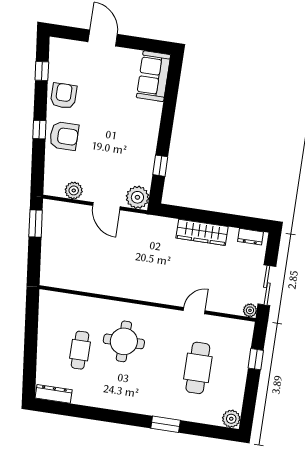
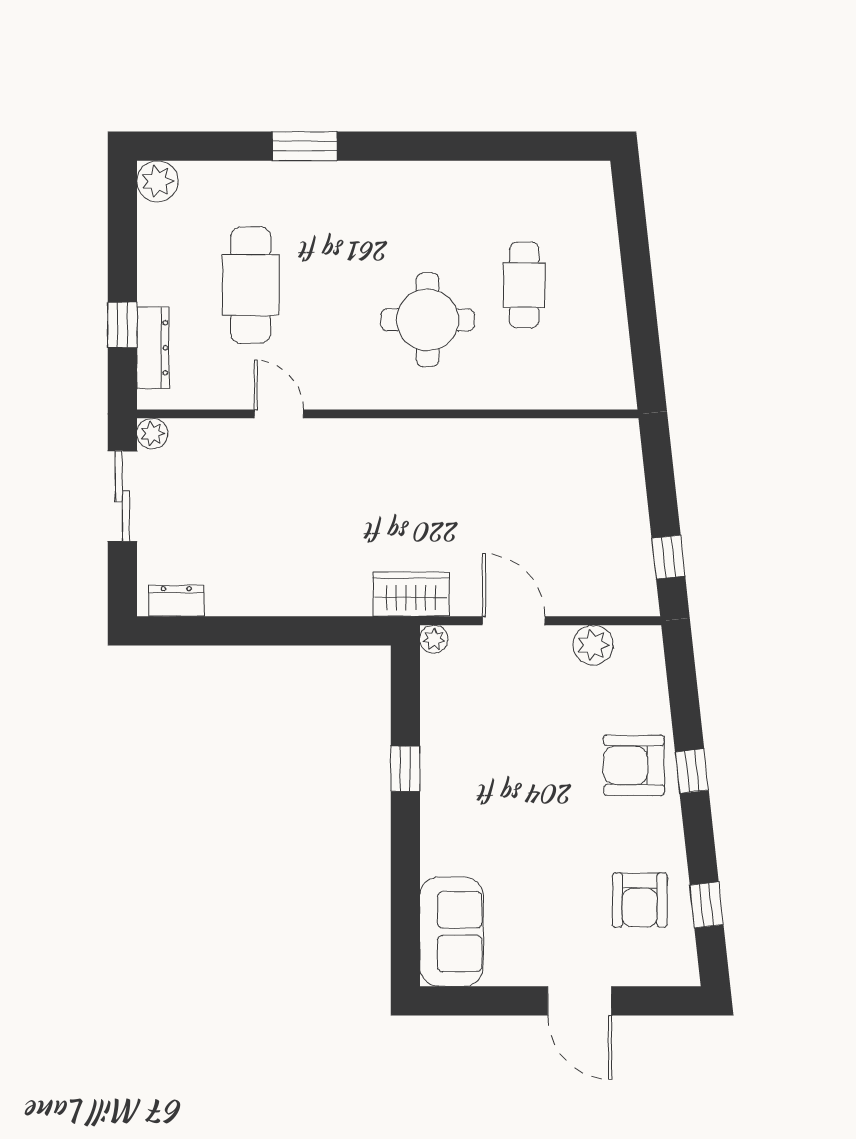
armchair: (64, 96) -> (640, 900), moved
window: (160, 166) -> (405, 769), moved
plant: (137, 197) -> (434, 639), width x0.53, depth x0.53
window: (36, 223) -> (668, 557), width x0.67
wardrobe: (202, 232) -> (411, 594), moved, width x0.67
door: (194, 311) -> (279, 414), swing flipped
dresser: (54, 394) -> (153, 348), moved, turned -90

